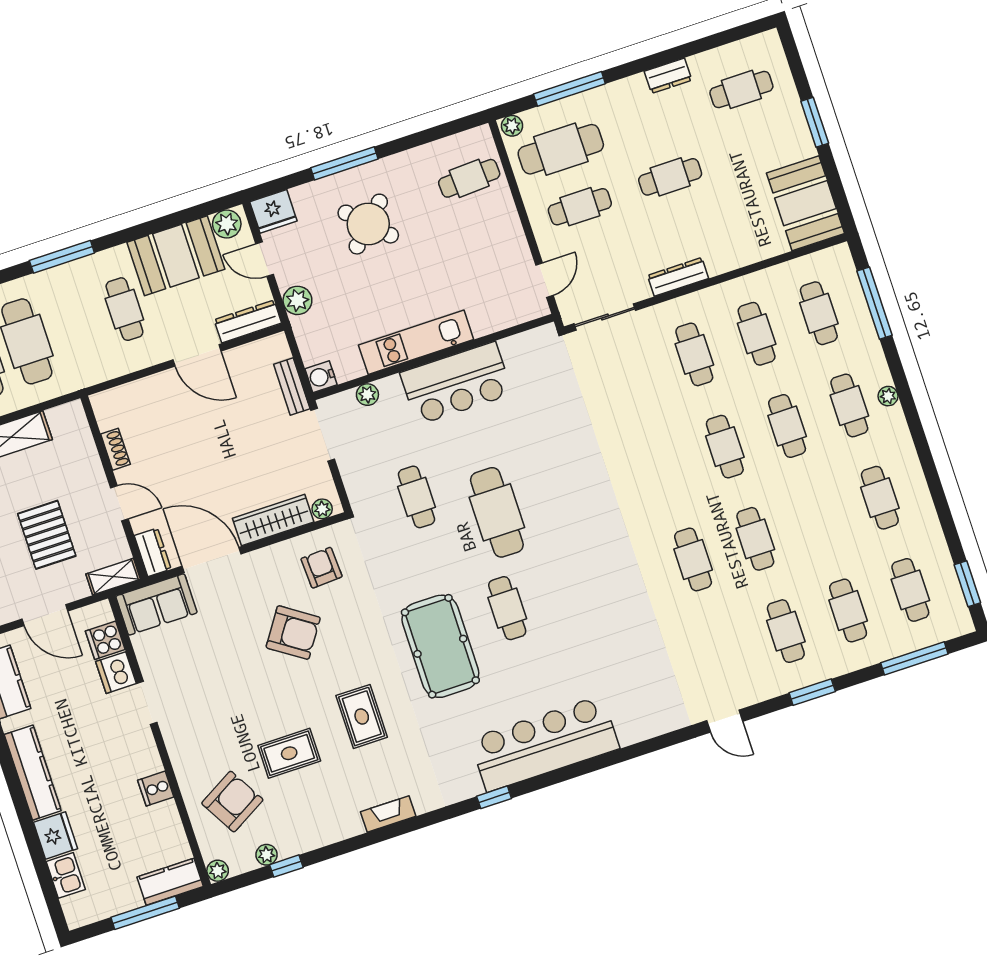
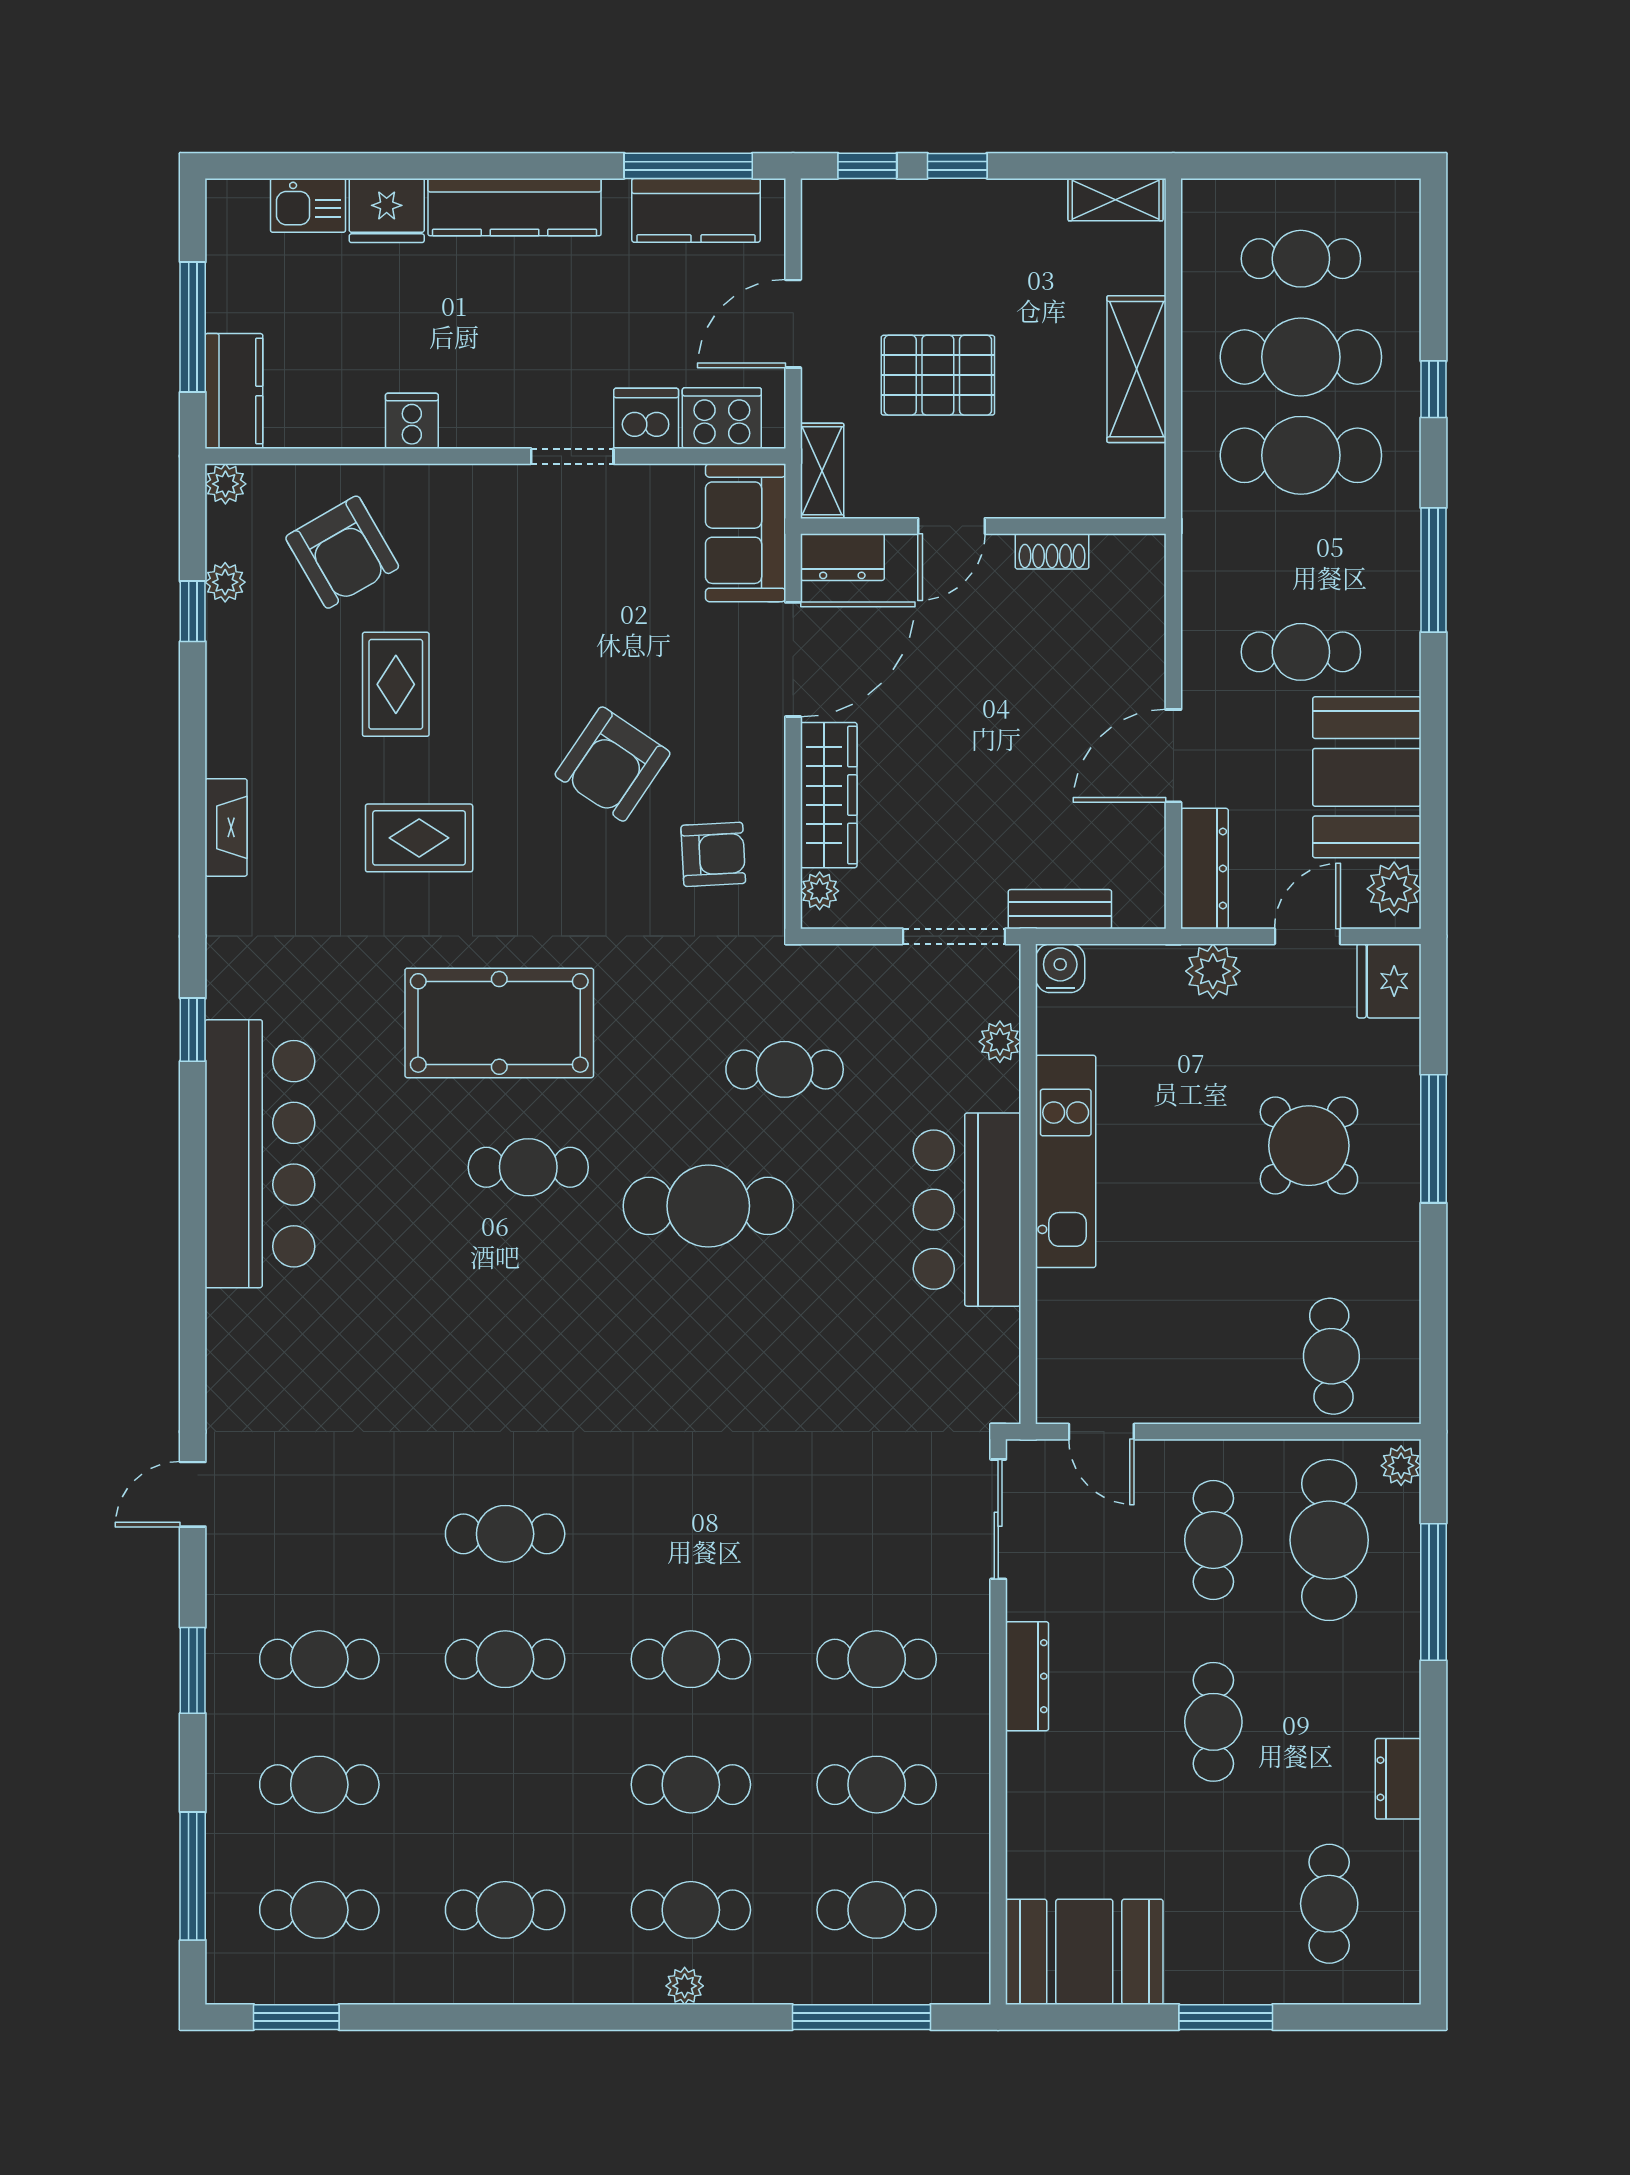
cooker: (105, 640) -> (722, 418), width x1.36

